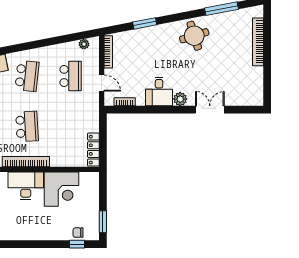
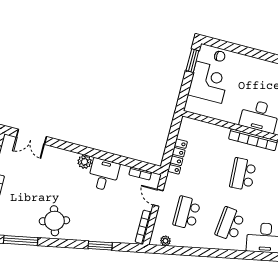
double door: (210, 110) -> (31, 137), moved
locker: (93, 150) -> (177, 156), moved
corner desk: (61, 189) -> (209, 82), moved, turned 90
window: (77, 244) -> (224, 45), removed

